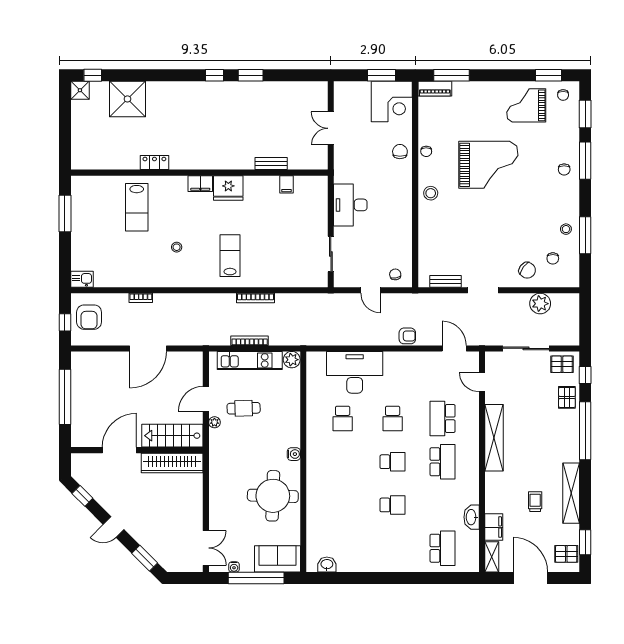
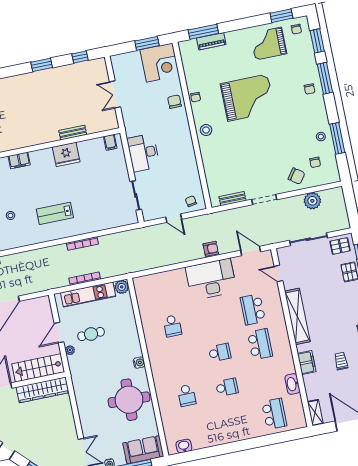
window: (215, 75) -> (80, 57), moved
piano: (435, 89) -> (211, 41), moved
filing cabinet: (287, 184) -> (110, 142), moved
fridge: (228, 188) -> (66, 154), moved
lab bench: (230, 256) -> (55, 213), turned -90
desk: (355, 372) -> (211, 279), moved
school desk: (393, 418) -> (187, 396), moved
filing cabinet: (494, 527) -> (307, 362), moved

